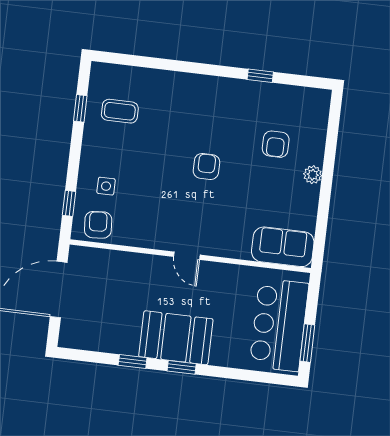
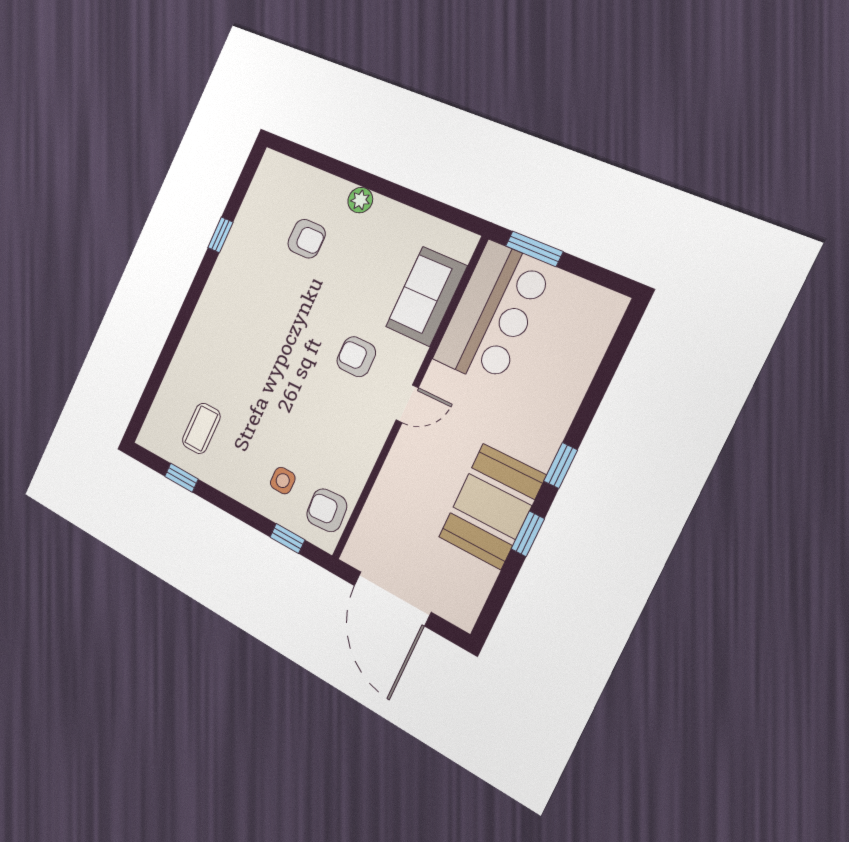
armchair: (206, 166) -> (356, 357), moved
sofa: (283, 247) -> (426, 296), moved
bar counter: (279, 325) -> (493, 313), moved, turned -90
booth: (176, 338) -> (492, 506), moved
window: (307, 343) -> (534, 249), moved

